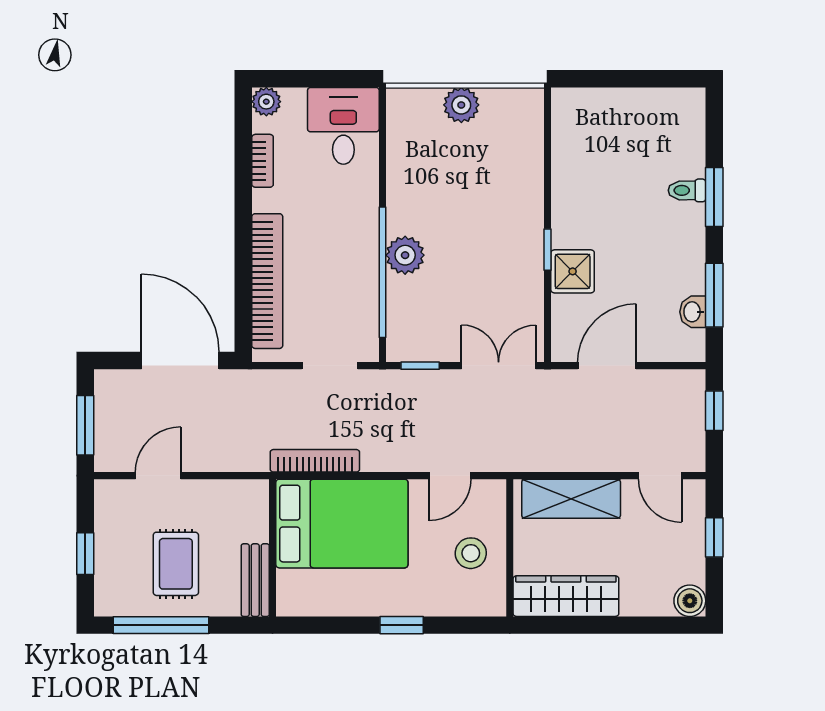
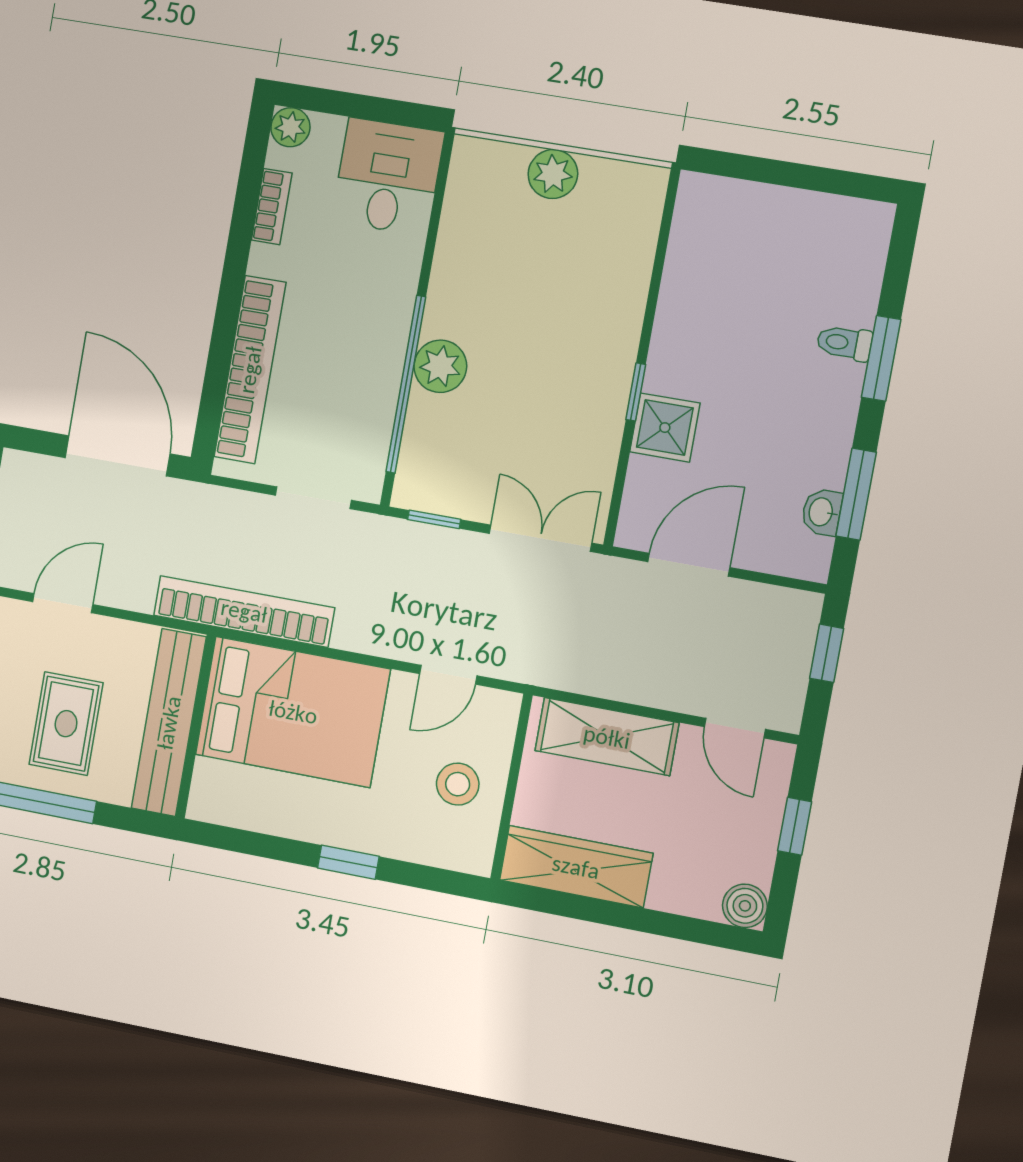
bookcase: (315, 461) -> (244, 611), width x1.48, depth x1.31
bench: (255, 580) -> (169, 723), width x1.86, depth x1.21

